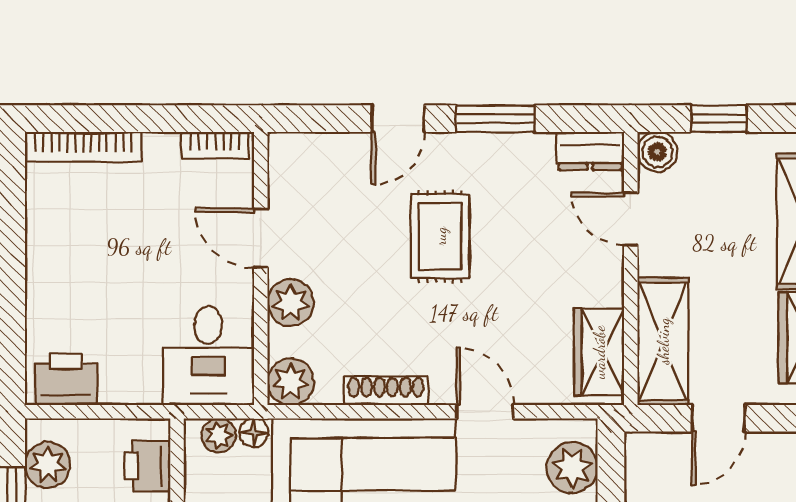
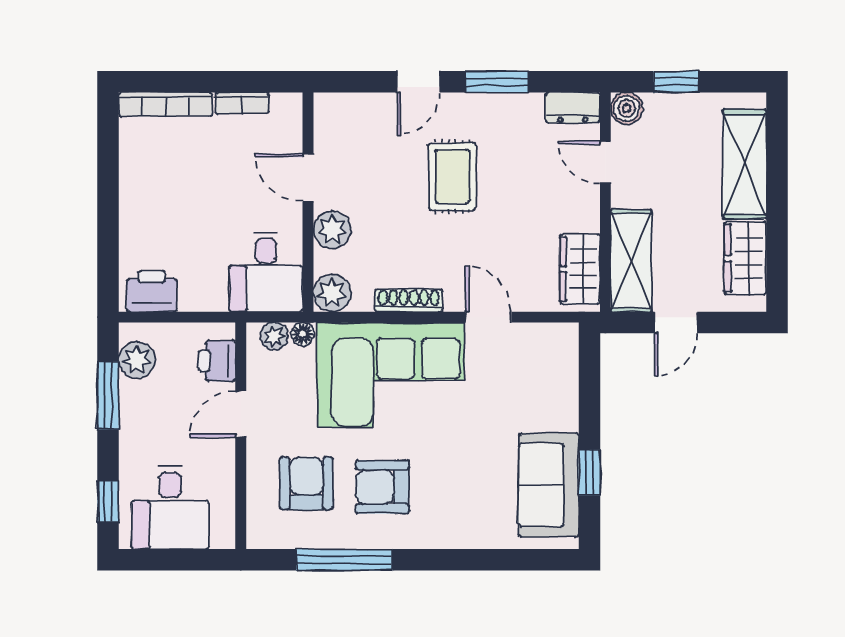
bookcase: (215, 145) -> (242, 103), moved
plant: (572, 468) -> (558, 362), removed

